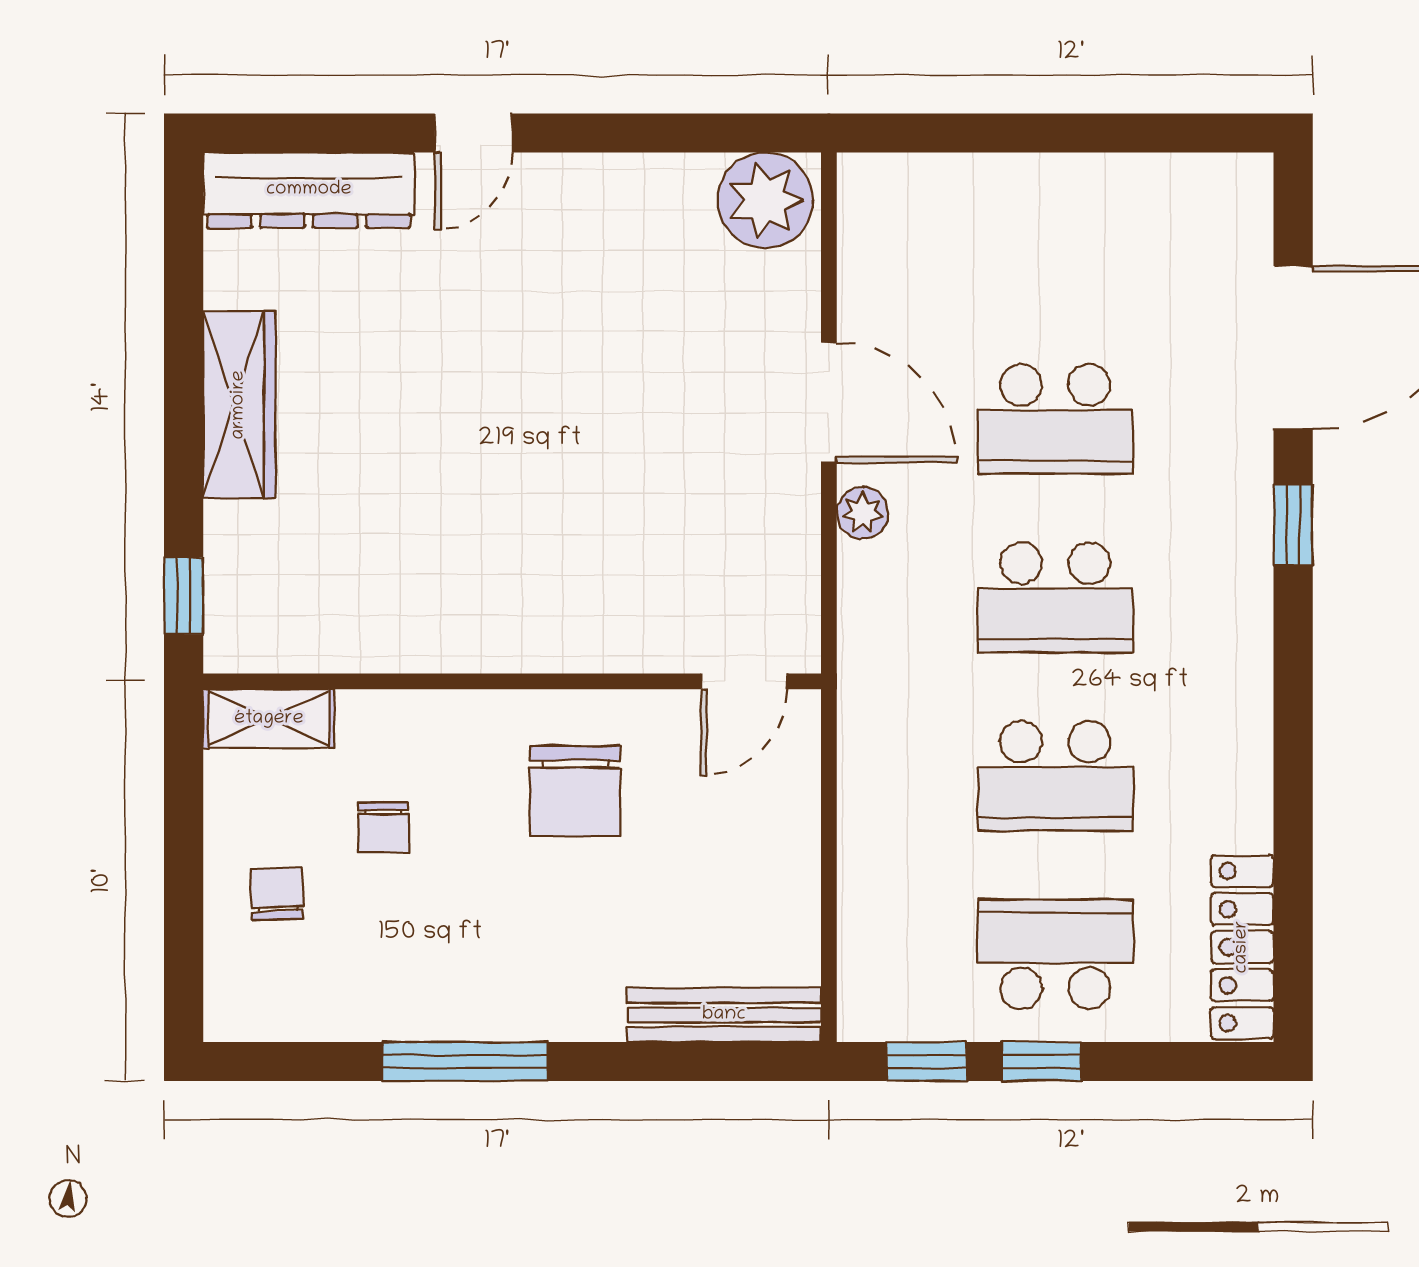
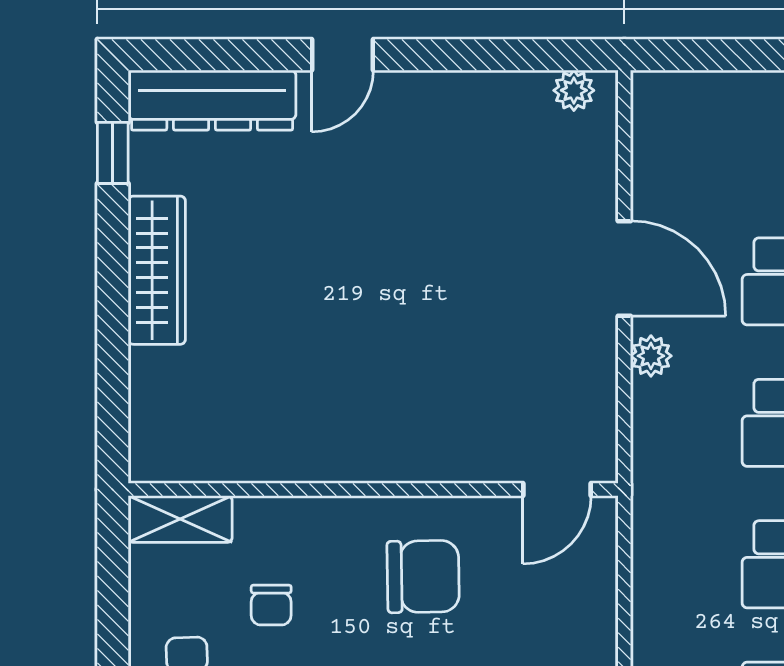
plant: (765, 200) -> (574, 90), width x0.53, depth x0.53
window: (184, 596) -> (113, 153), moved
chair: (575, 791) -> (423, 576), turned -91

